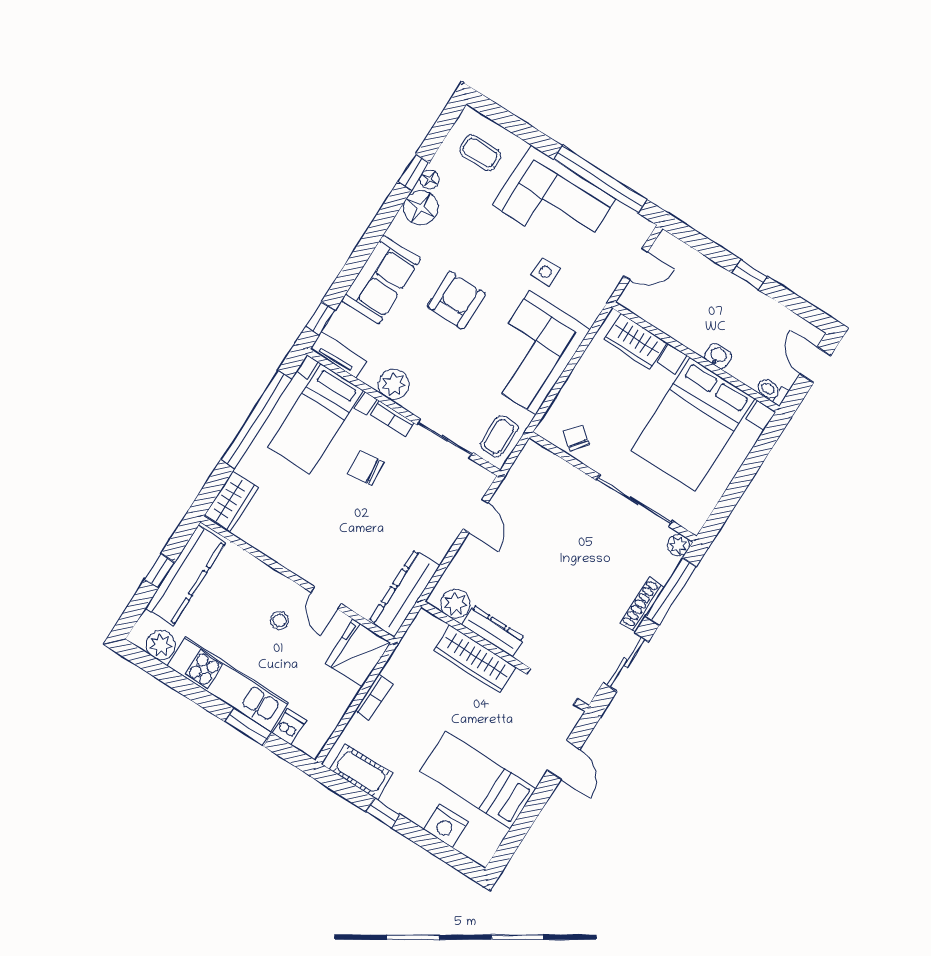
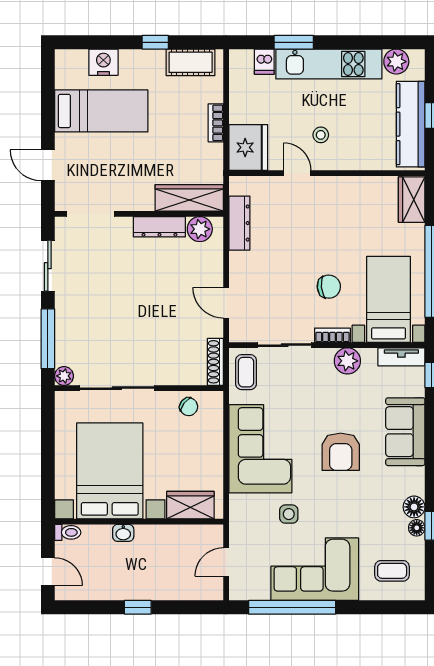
floor lamp: (421, 208) -> (414, 507), width x0.73, depth x0.73
dresser: (405, 593) -> (239, 223), width x0.73, depth x0.80
shoe rack: (642, 605) -> (215, 362), moved, turned 180
wardrobe: (475, 659) -> (189, 198), moved

